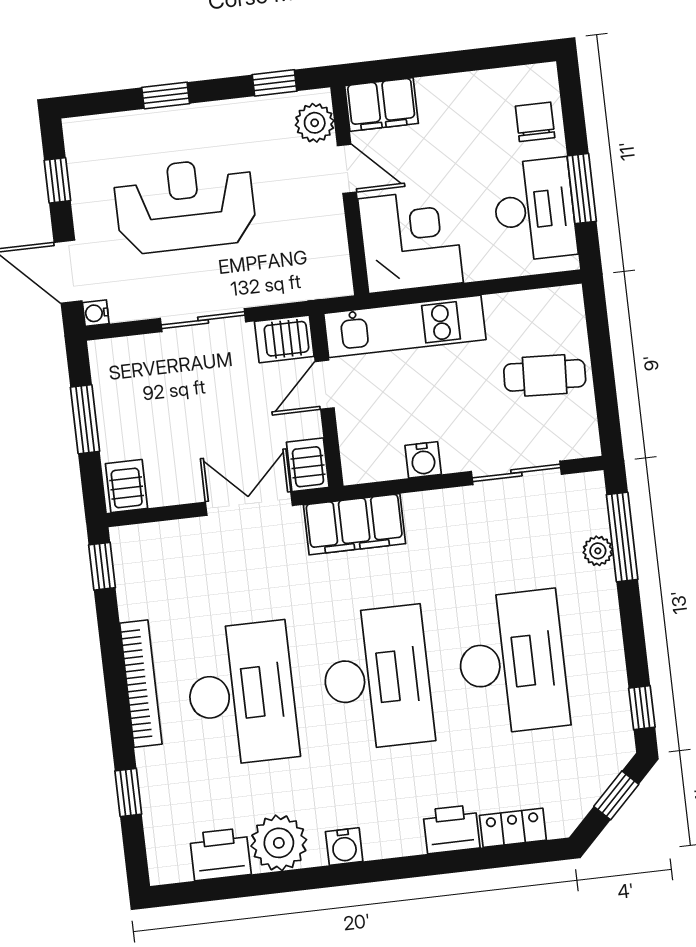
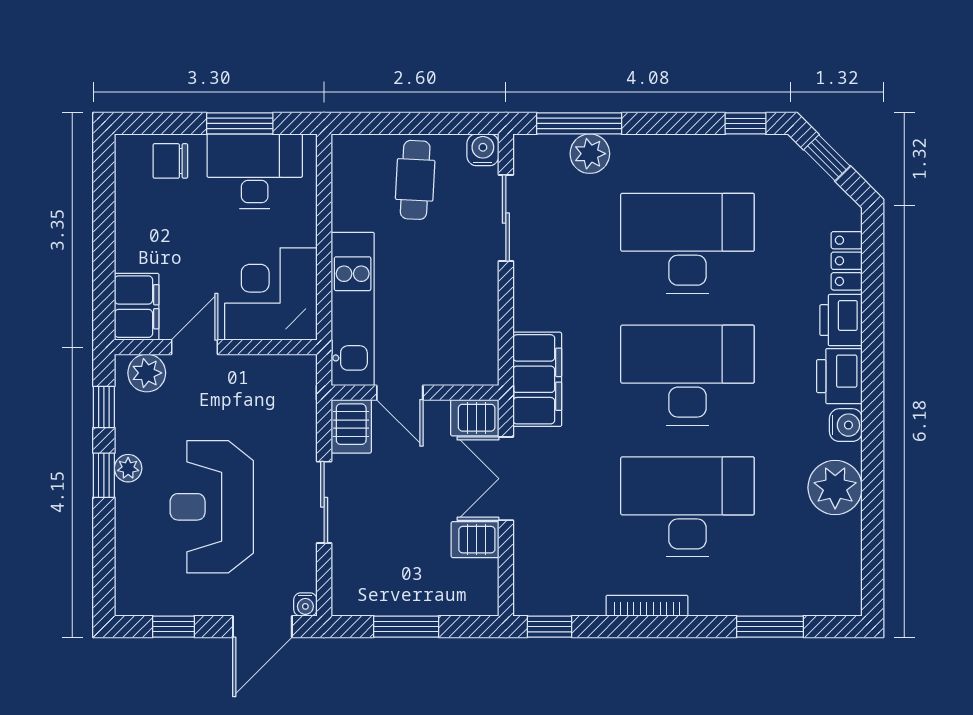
window: (166, 95) -> (104, 475), moved
plant: (215, 115) -> (128, 468), added
water cooler: (423, 460) -> (483, 150), moved, turned -90
server rack: (126, 486) -> (475, 540), moved
plant: (598, 551) -> (590, 154), width x1.38, depth x1.38
bookcase: (141, 684) -> (647, 606), width x0.68, depth x0.76
window: (128, 793) -> (770, 627), width x1.50
printer: (220, 854) -> (839, 376), moved

